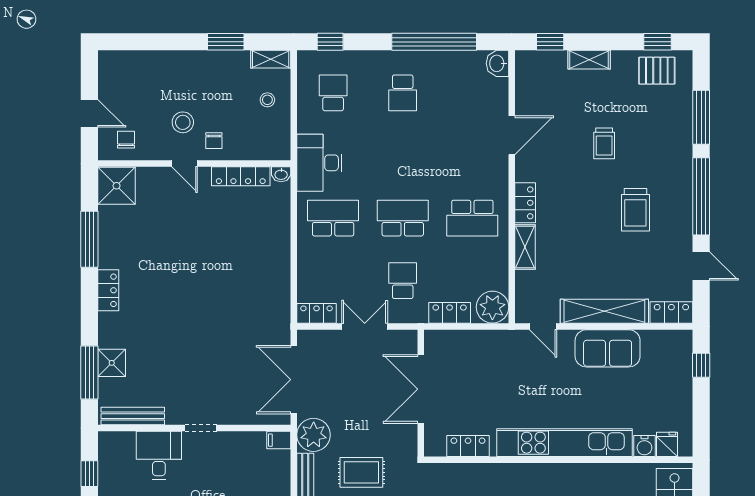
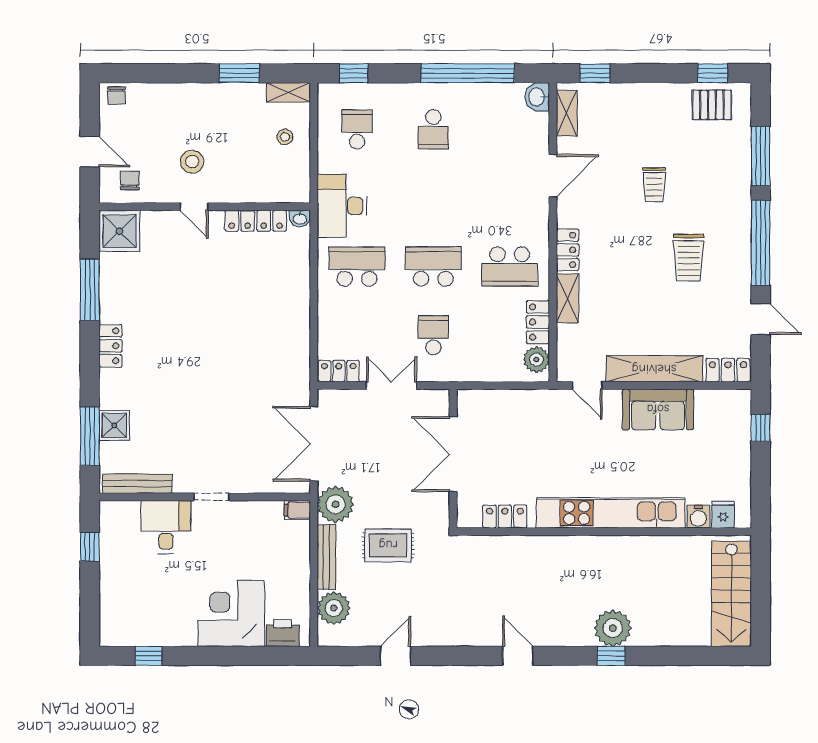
shelving: (589, 60) -> (567, 113), moved, turned 90
chair: (214, 141) -> (116, 95), moved
plant: (492, 307) -> (536, 360), width x0.73, depth x0.73
locker: (450, 313) -> (538, 322), moved, turned -90

